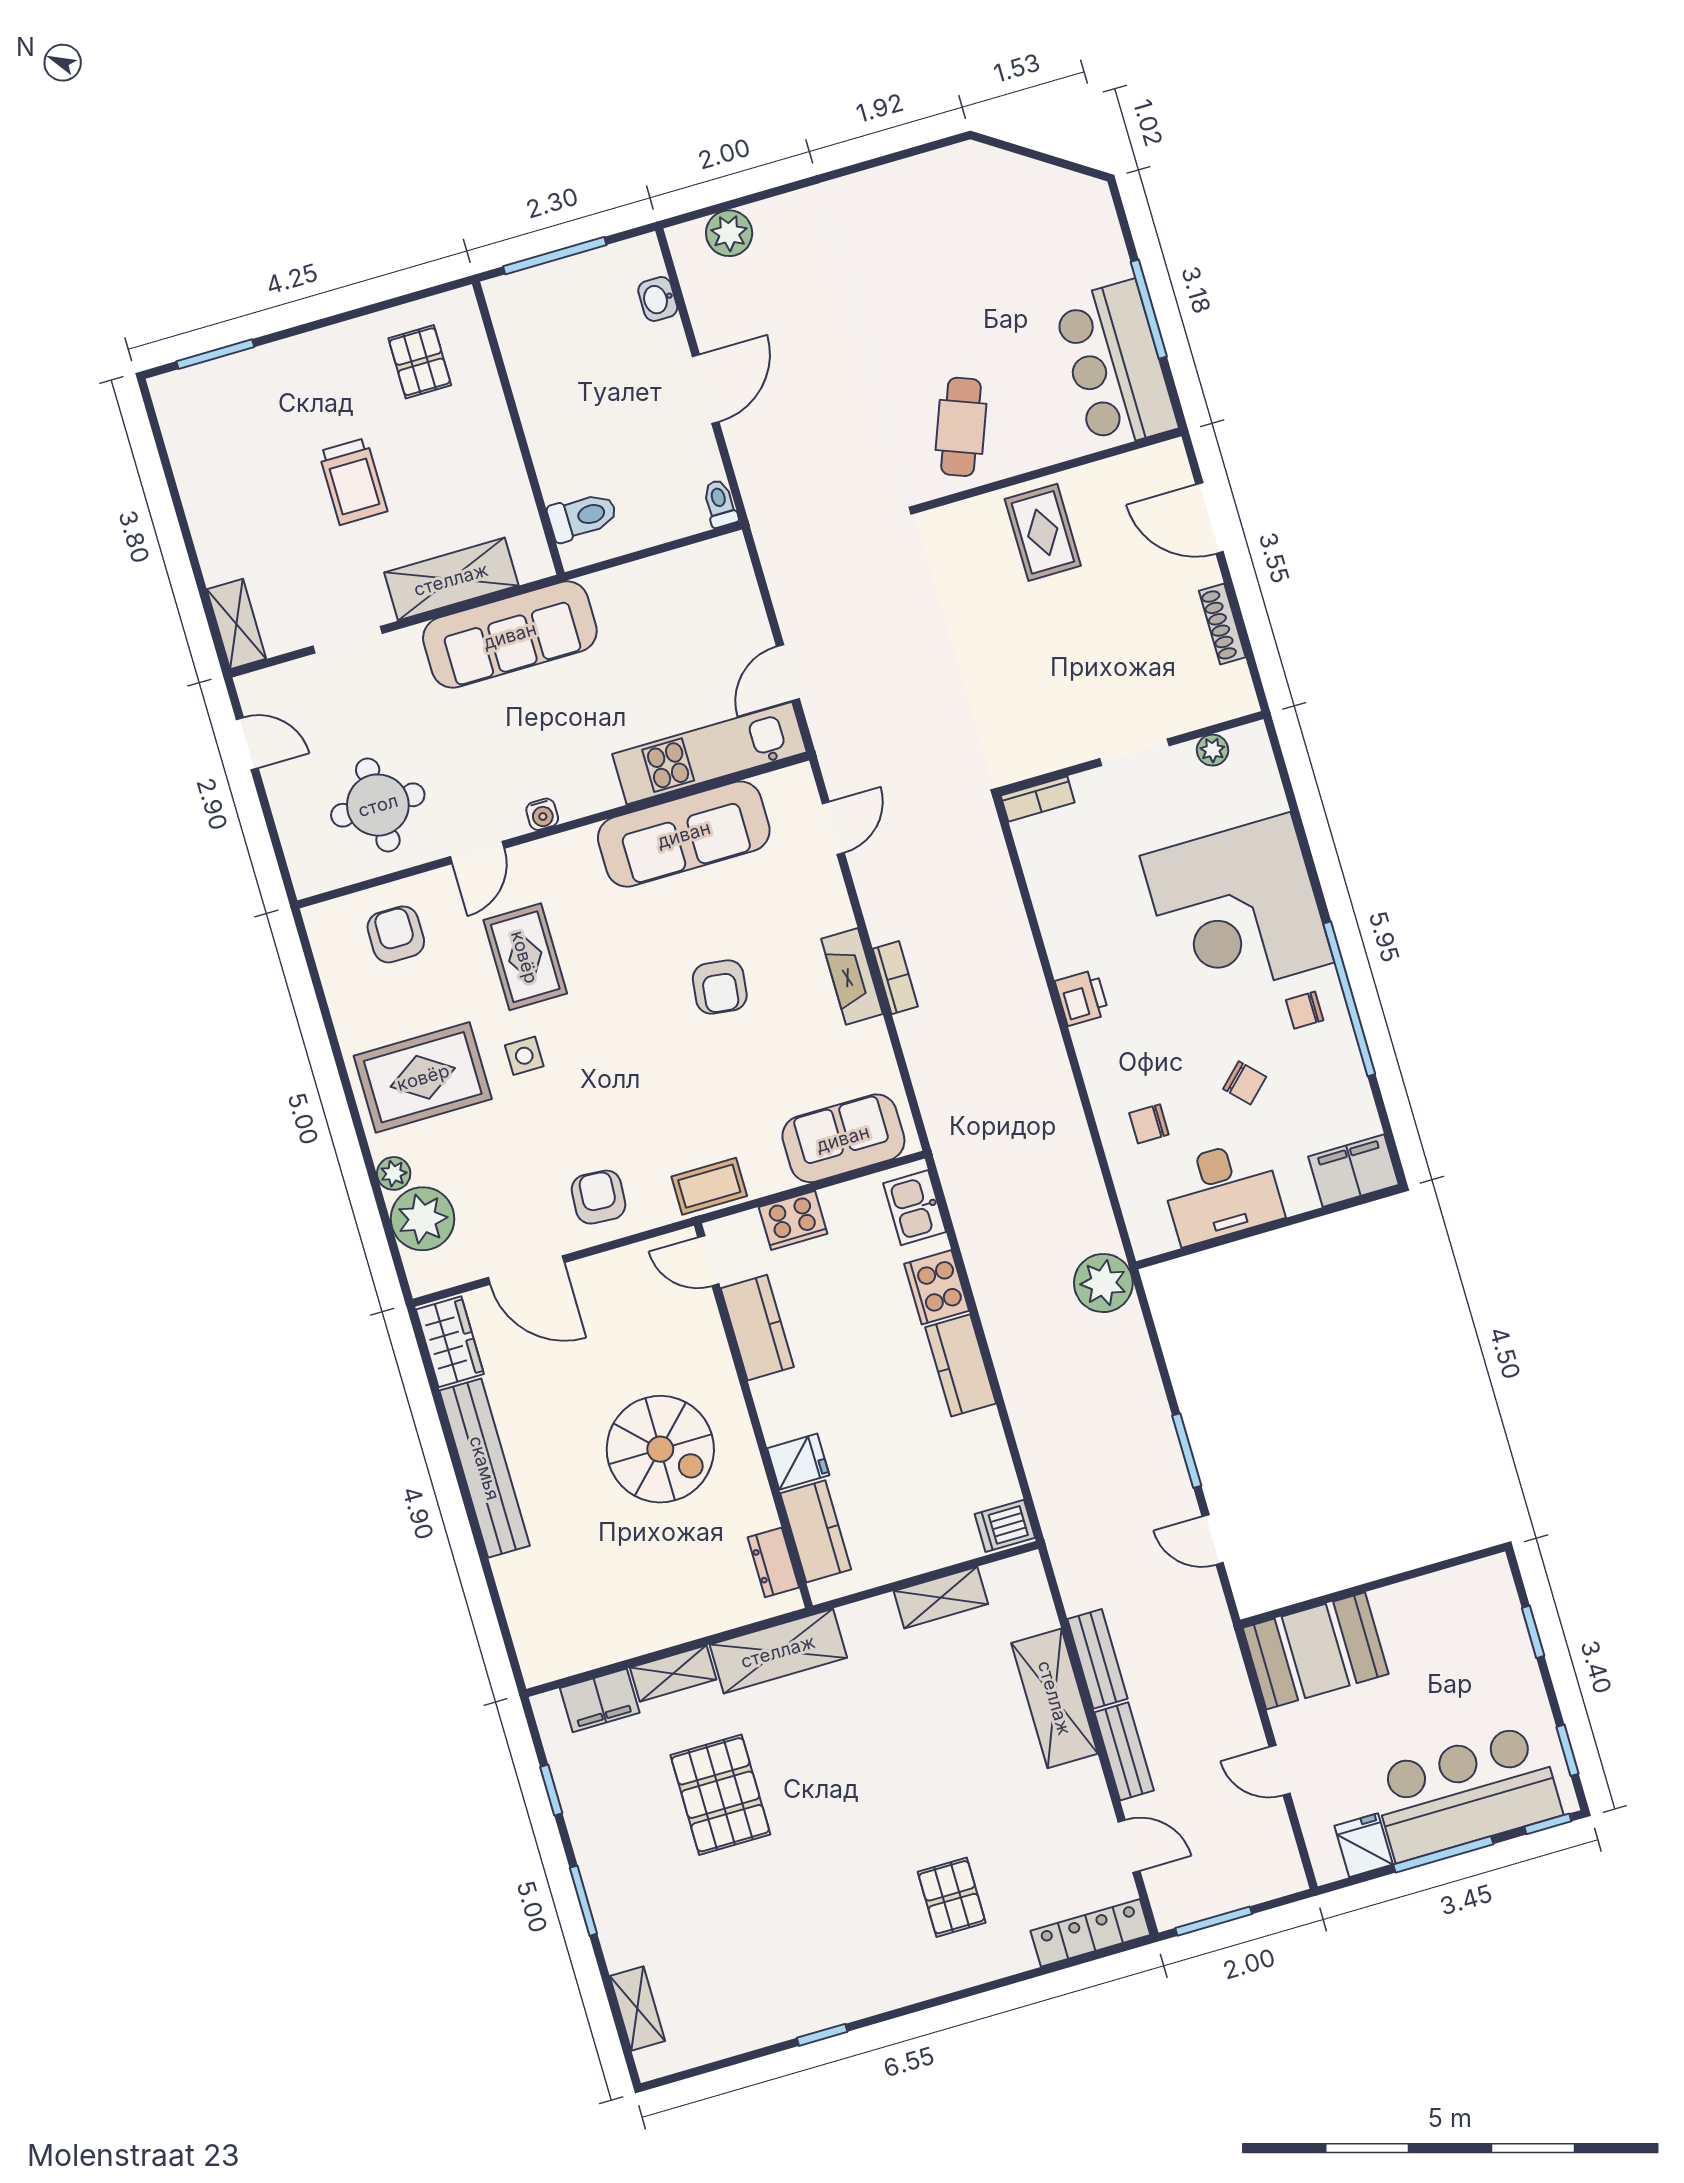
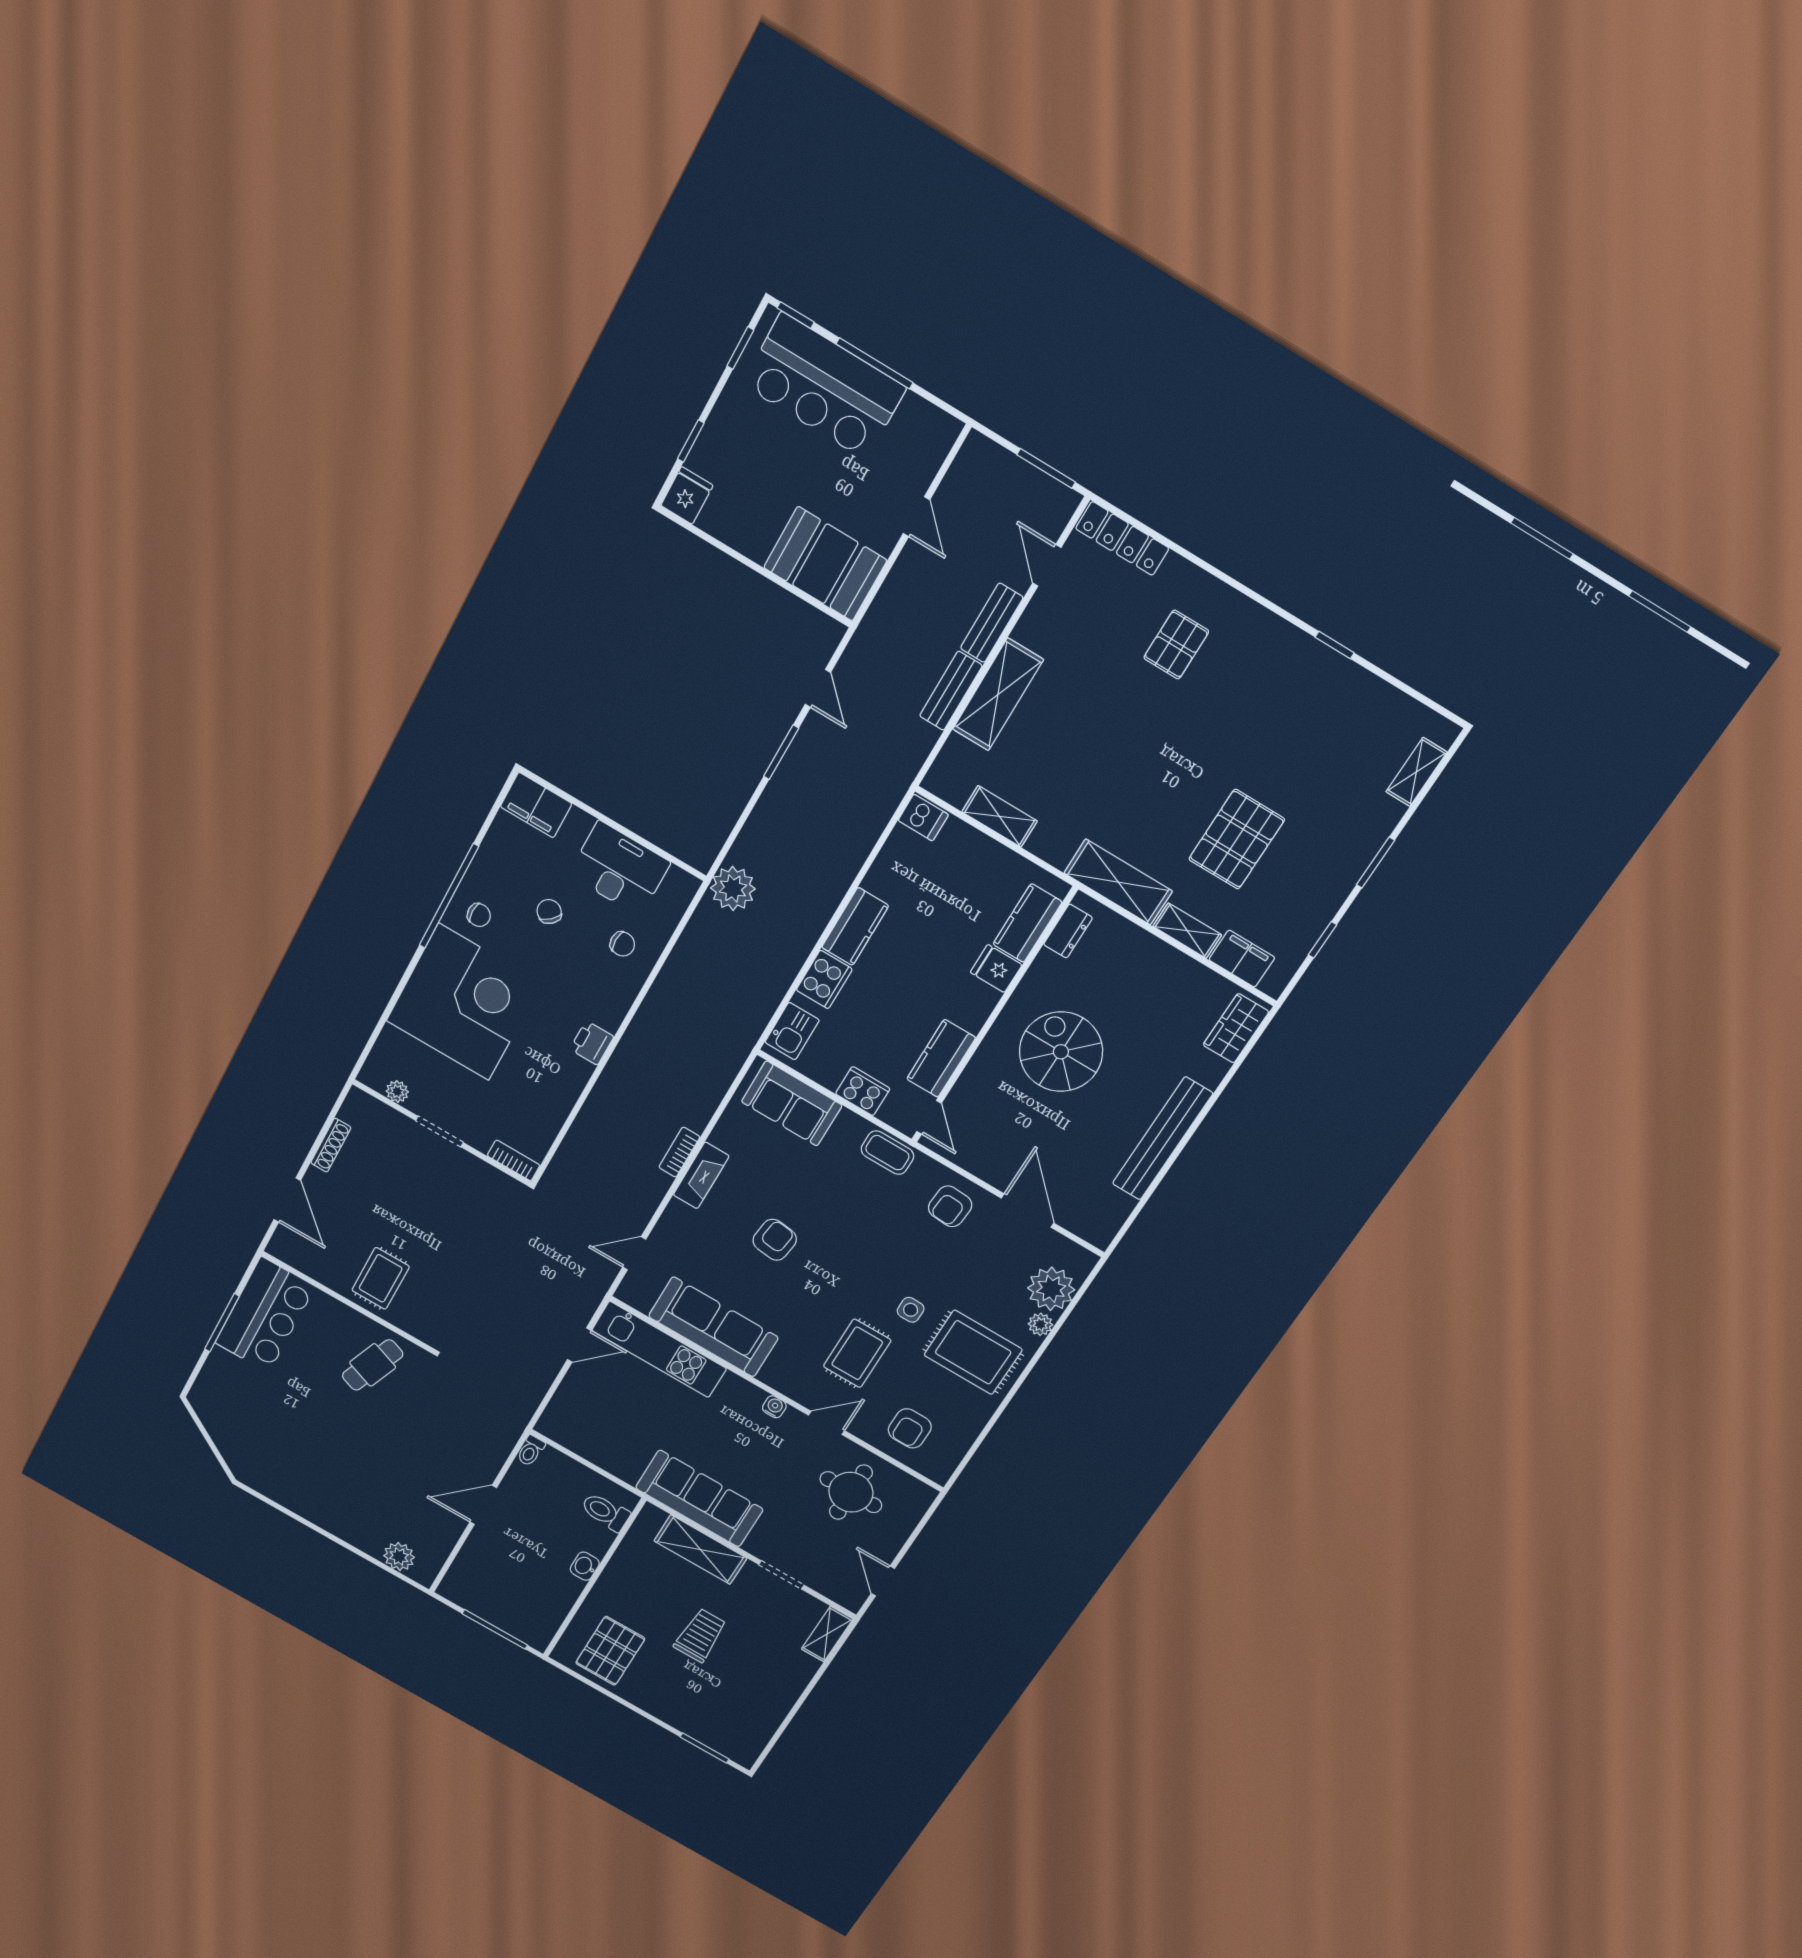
washbasin: (658, 299) -> (585, 1566), moved, turned 180
pallet: (420, 362) -> (610, 1651), width x1.50, depth x1.42
wardrobe: (450, 1342) -> (1236, 1028), moved
fridge: (1364, 1845) -> (687, 495), moved, turned 180

